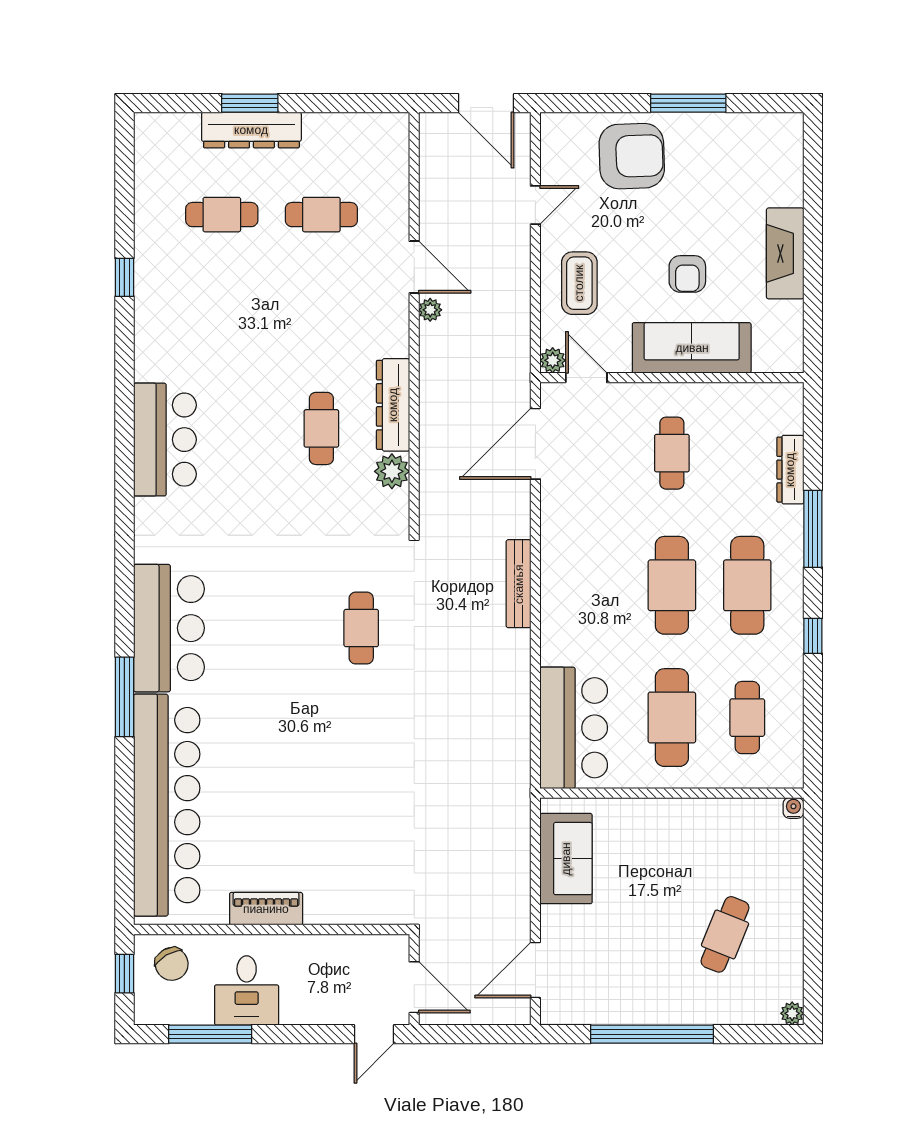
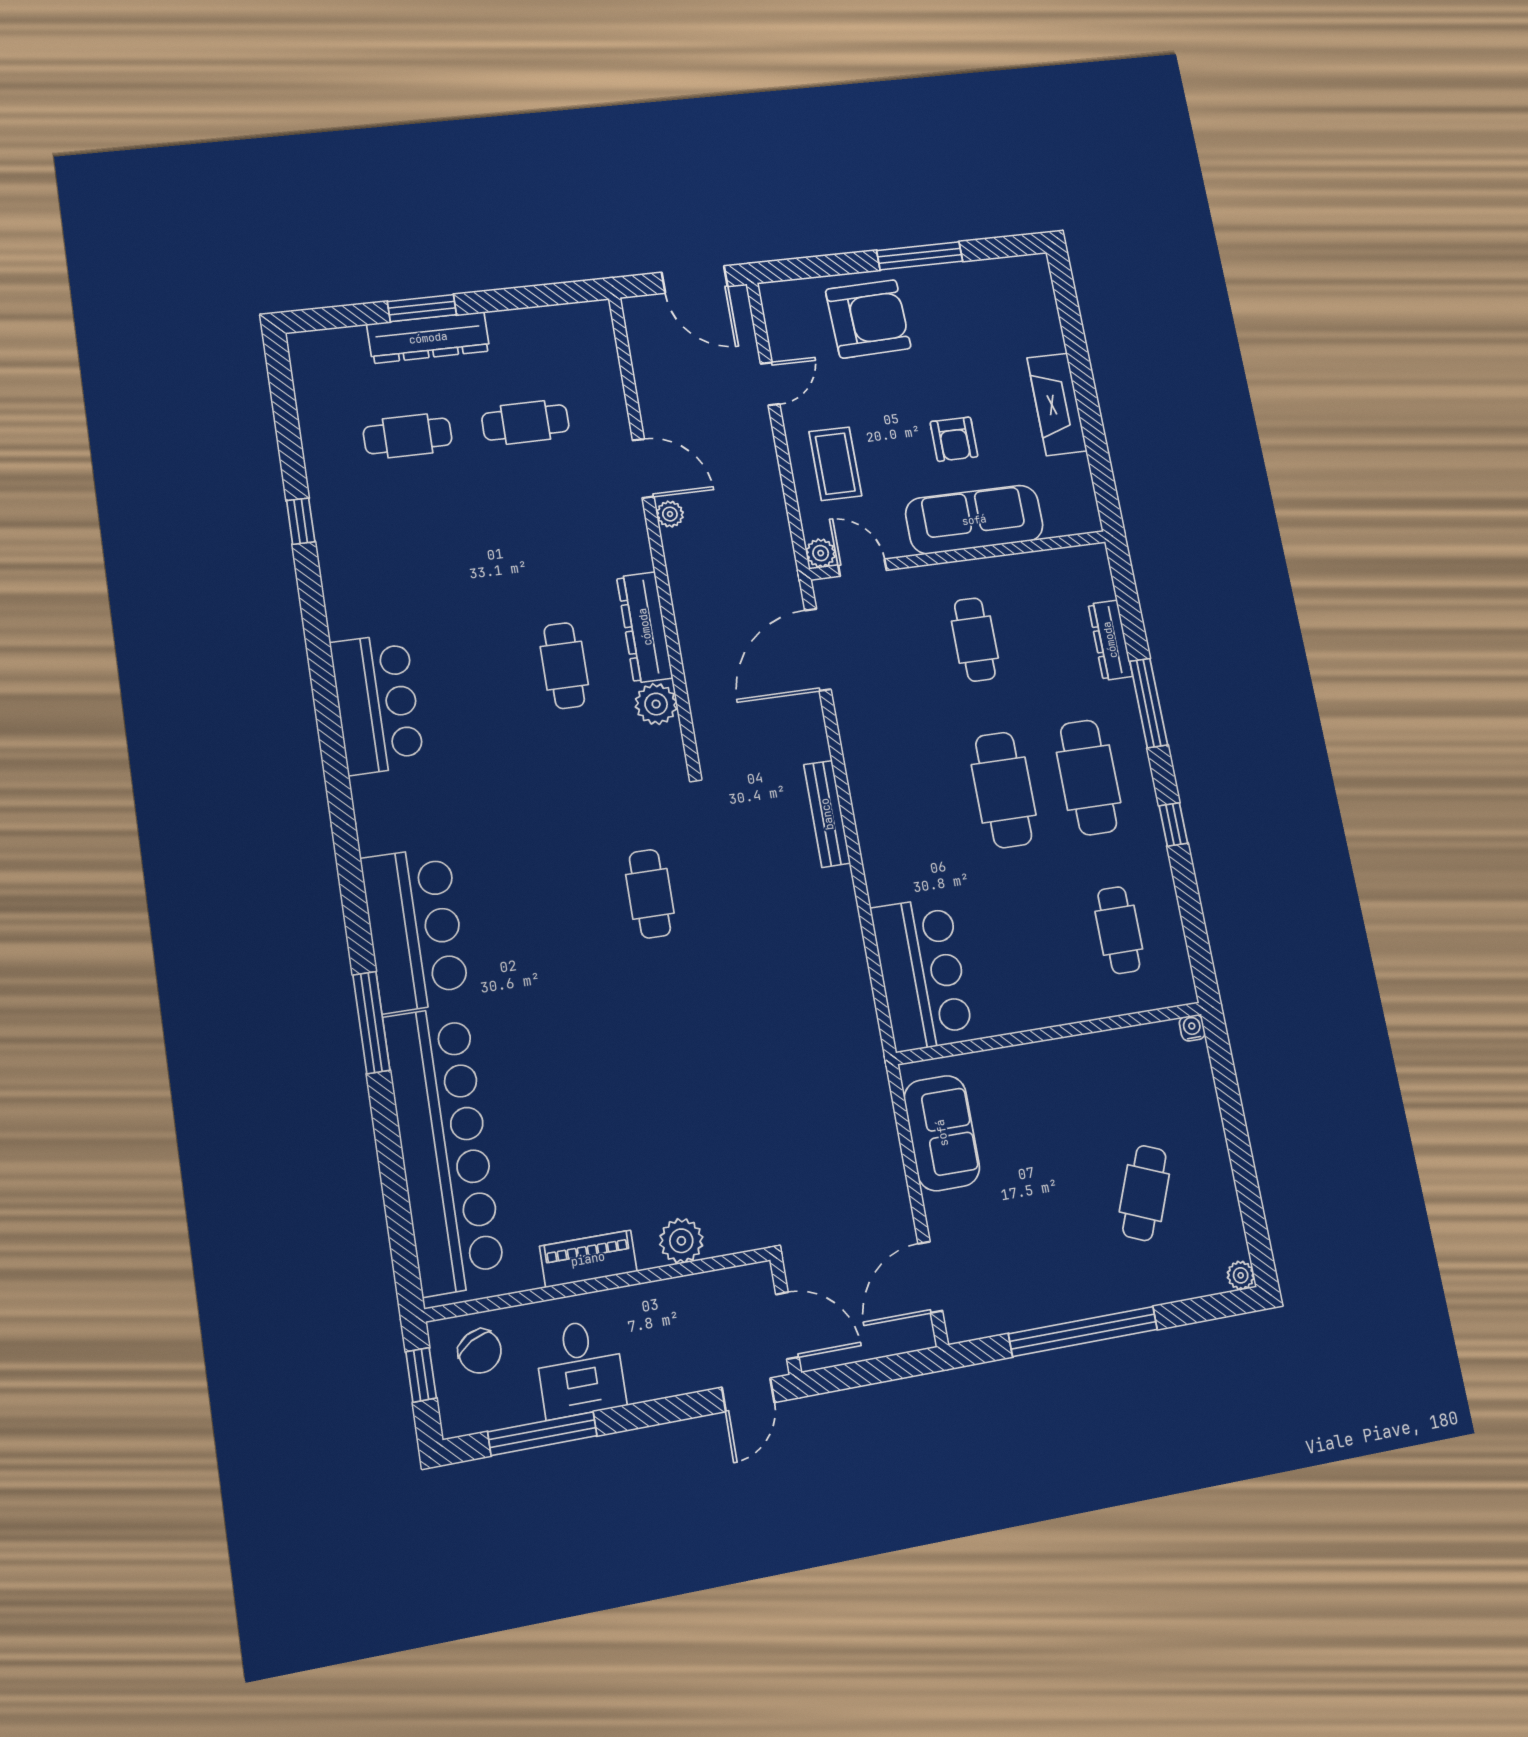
cafe table: (672, 718) -> (1033, 944), removed
plant: (341, 907) -> (681, 1241), added

